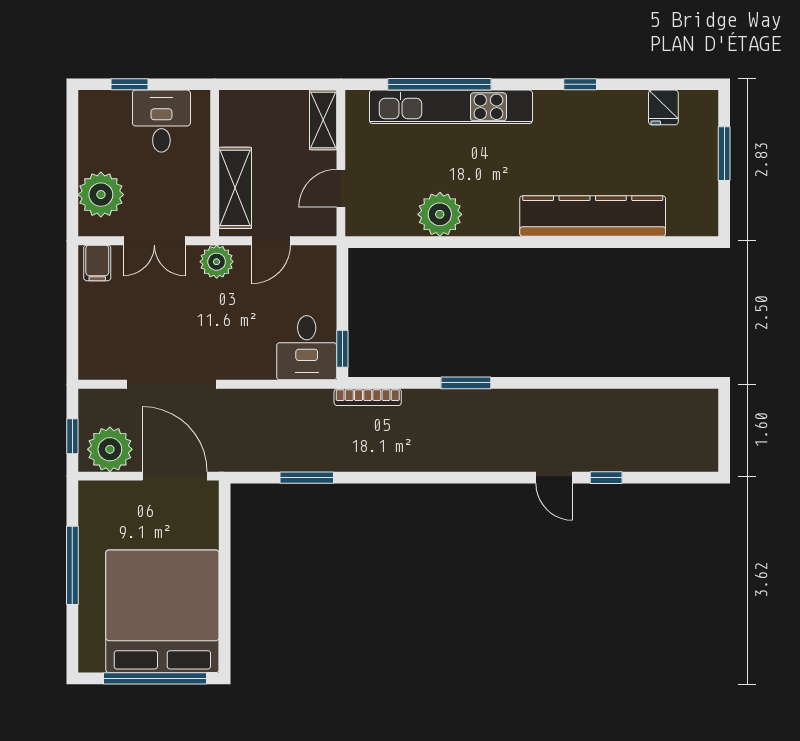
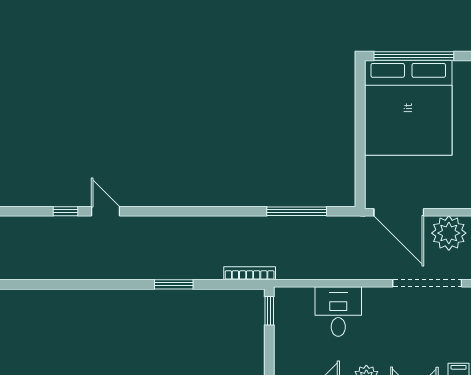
desk: (307, 348) -> (338, 311), moved
doorway: (171, 384) -> (427, 283), moved
window: (307, 478) -> (297, 211), width x1.44

